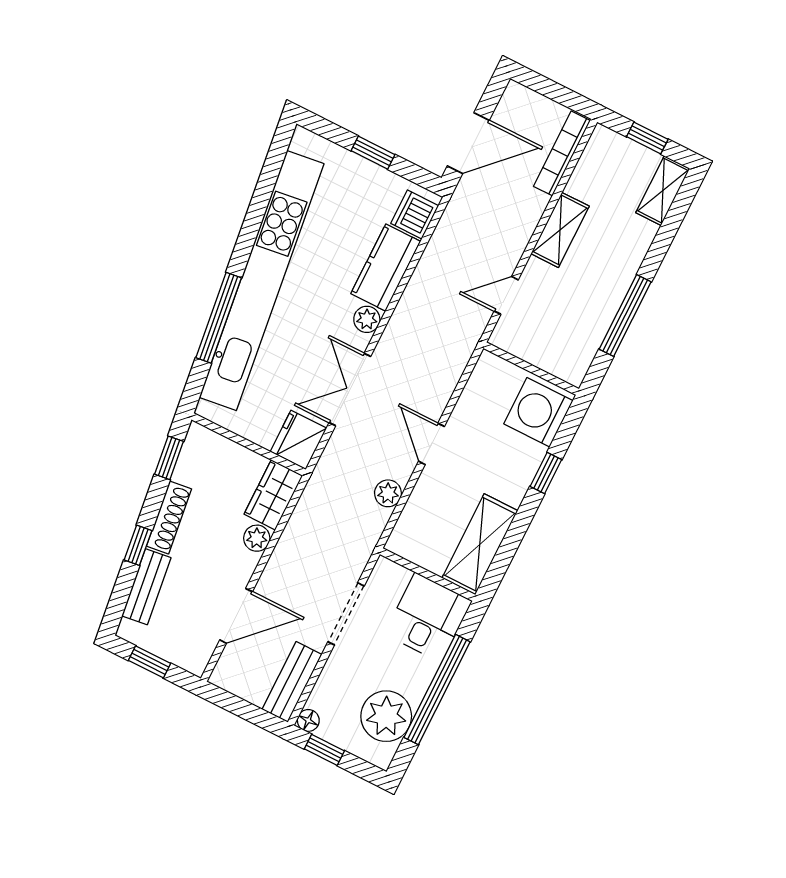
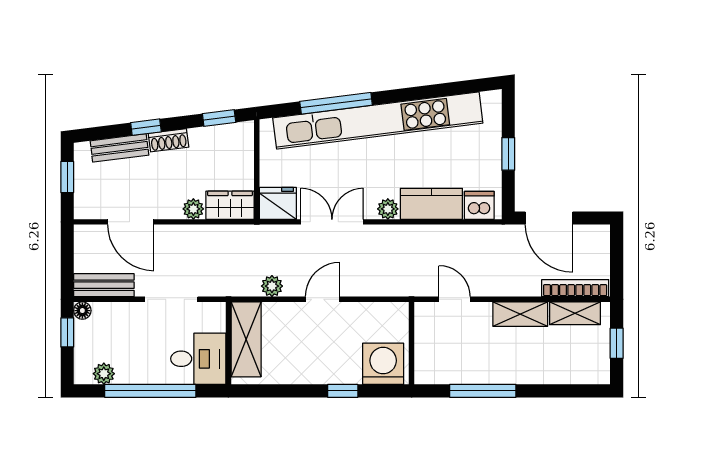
shelving: (663, 191) -> (575, 313), moved
shoe rack: (169, 517) -> (168, 140), width x0.70
shelving: (480, 544) -> (246, 339), moved, turned 90
plant: (386, 716) -> (104, 374), width x0.53, depth x0.53

